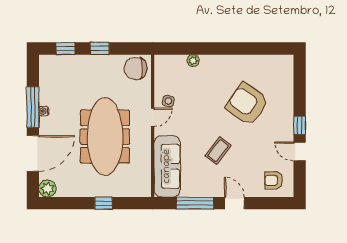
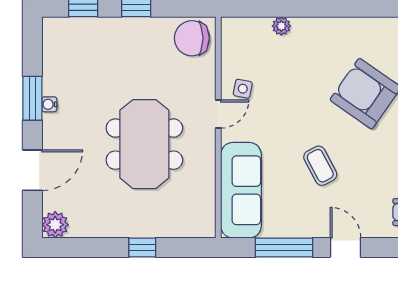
window: (33, 107) -> (32, 98), width x0.69
meeting table: (105, 137) -> (144, 144), width x0.73
coffee table: (218, 151) -> (320, 166), turned -66
door: (33, 153) -> (32, 170), width x0.73

